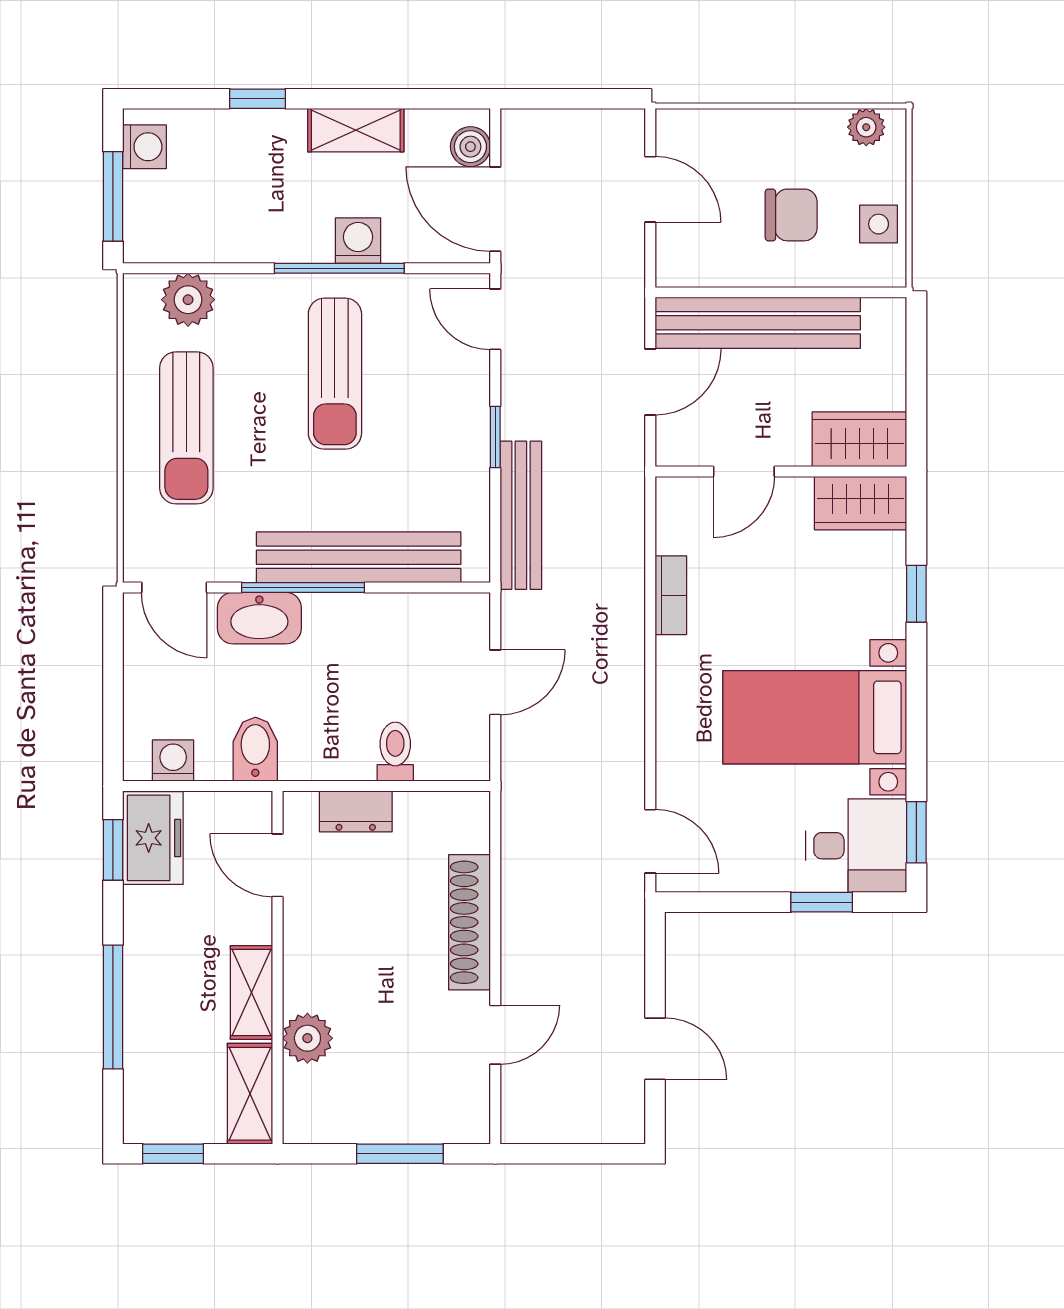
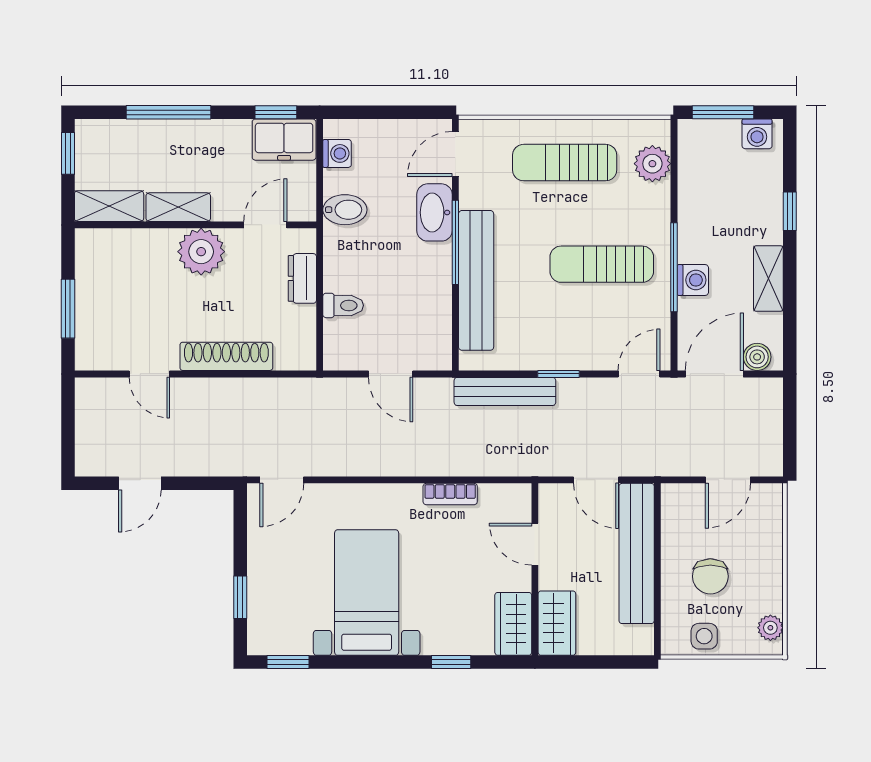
desk: (856, 846) -> (279, 621), removed
plant: (307, 1038) -> (201, 252), moved, width x1.36, depth x1.36

